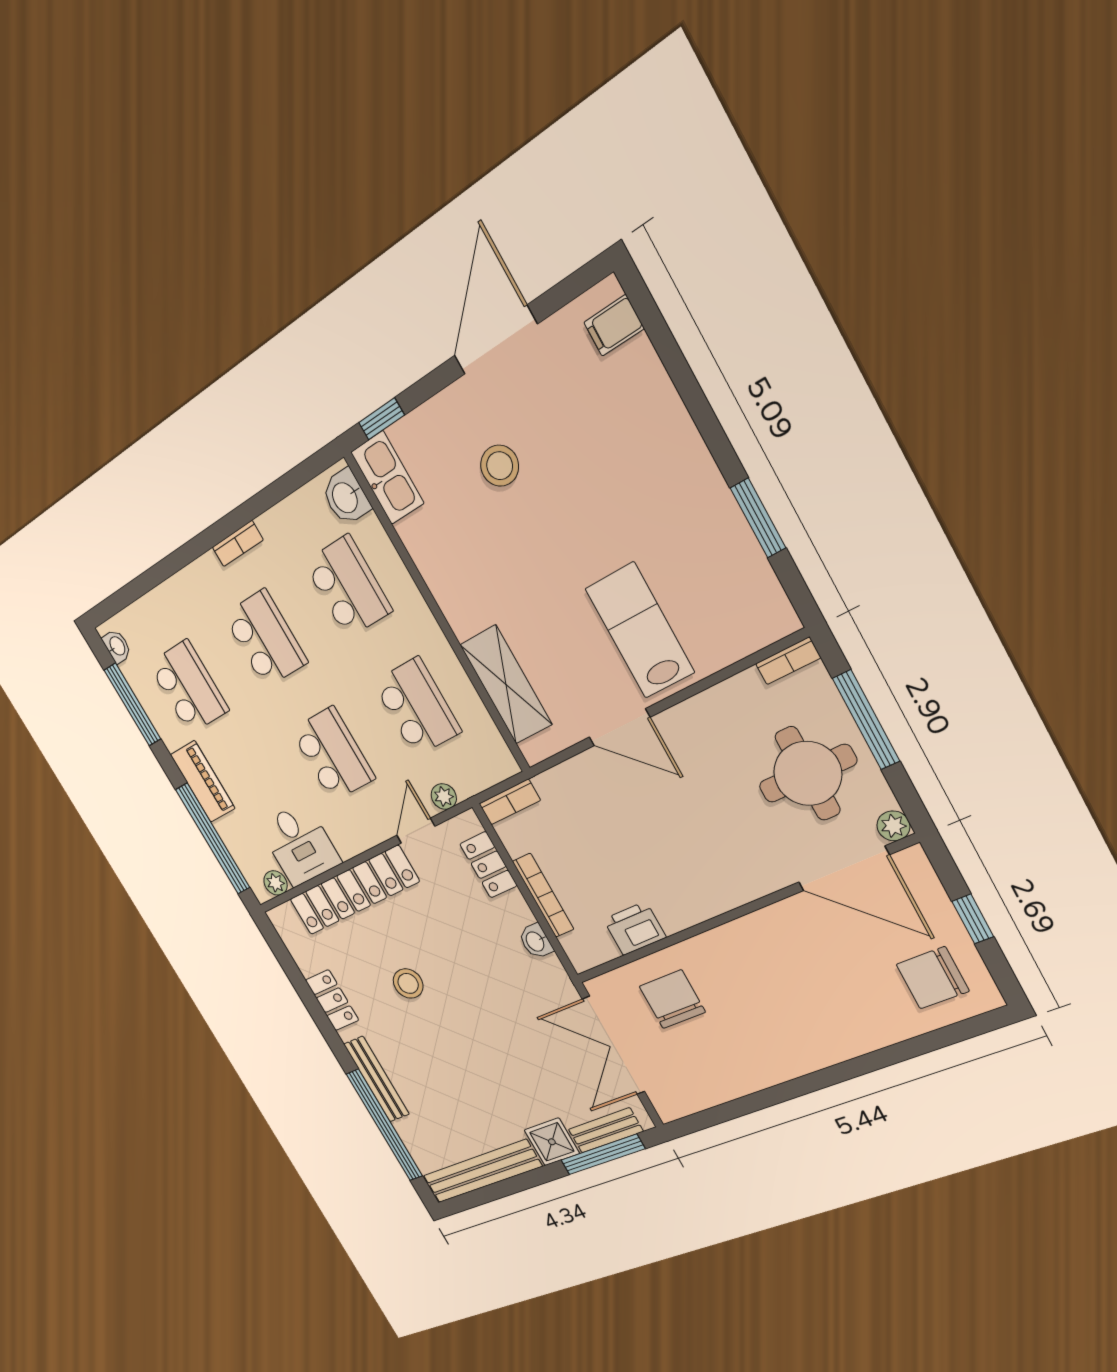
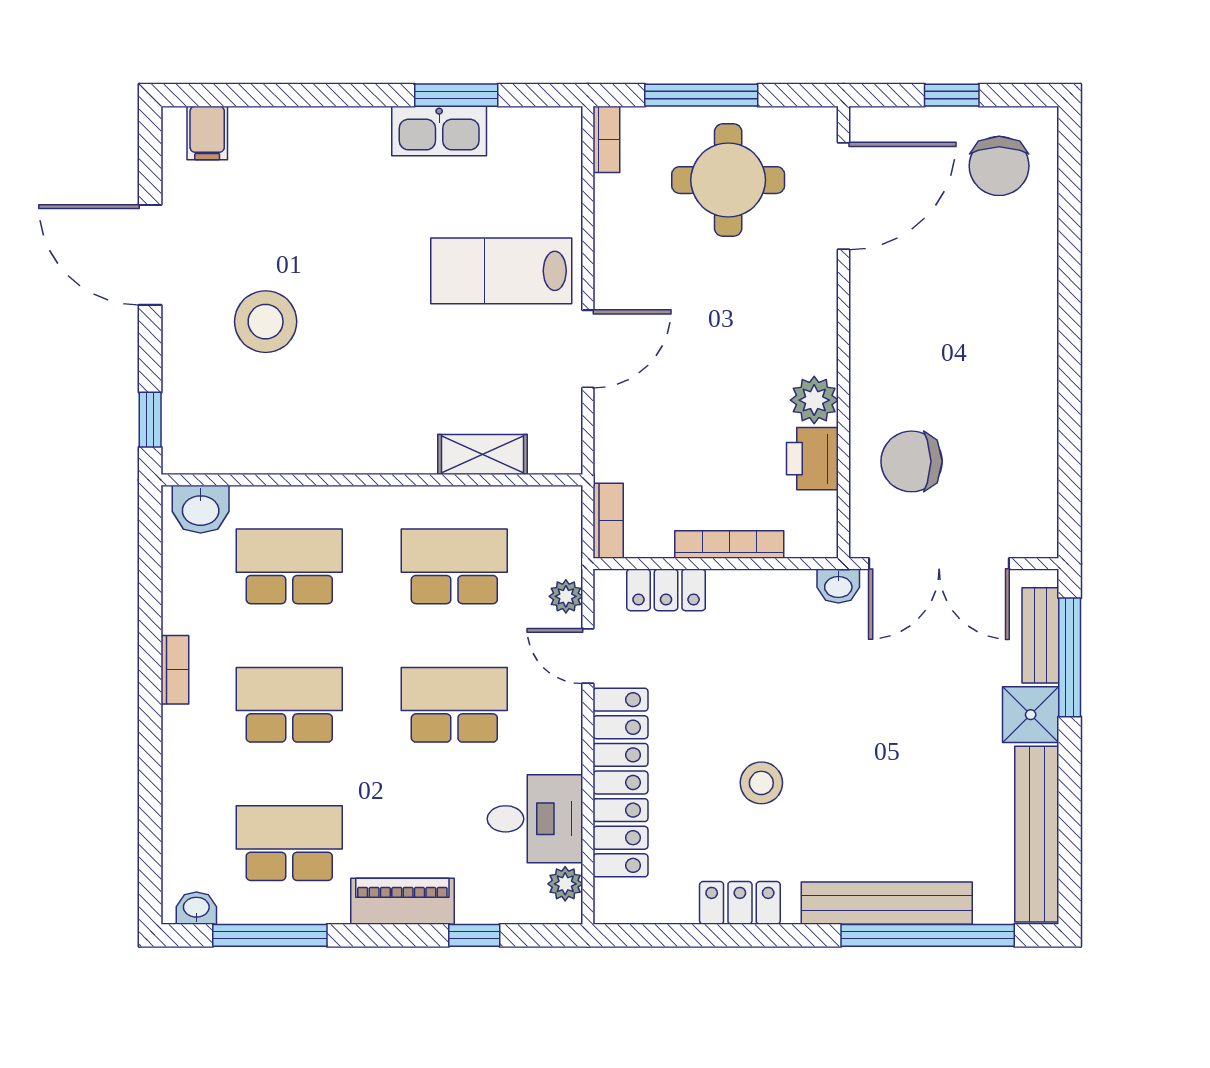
stool: (500, 466) -> (266, 322), width x1.38, depth x1.38
kitchen sink: (387, 478) -> (439, 131), moved, turned 180
shelving: (506, 685) -> (482, 455), width x0.67, depth x0.75
plant: (893, 826) -> (814, 400), moved, width x1.38, depth x1.38
window: (213, 839) -> (474, 935), width x0.32
washbasin: (536, 941) -> (838, 586), moved
bench: (376, 1079) -> (887, 903), width x1.37, depth x1.21

